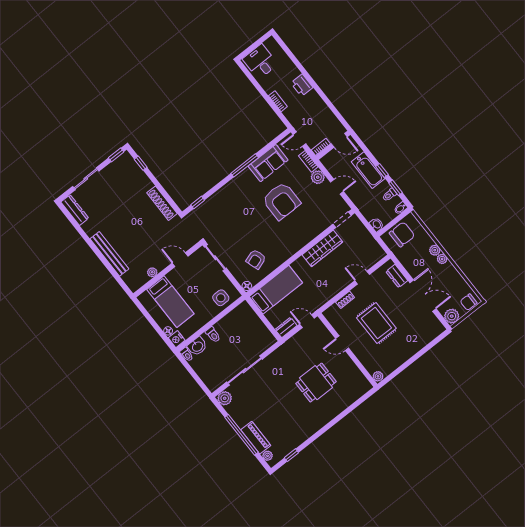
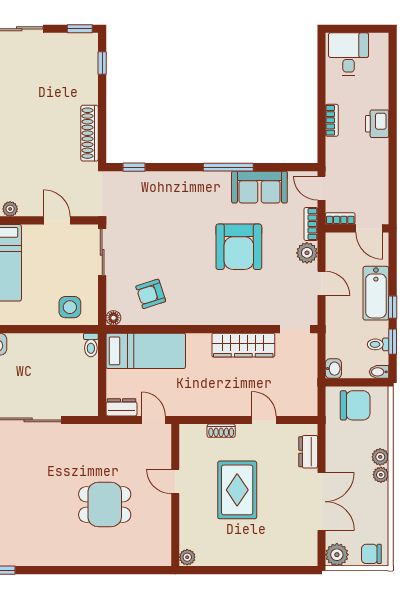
toilet: (213, 335) -> (91, 345), moved

